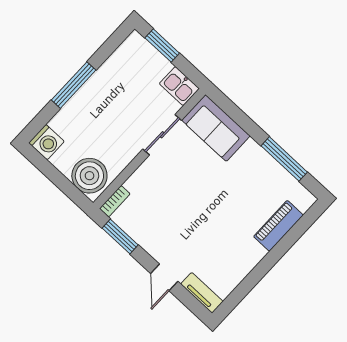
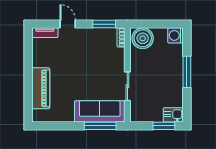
kitchen sink: (179, 86) -> (173, 115), moved
sofa: (216, 128) -> (100, 111), width x1.36
window: (284, 159) -> (100, 126), moved
piano: (278, 226) -> (41, 88), width x1.37, depth x1.33

